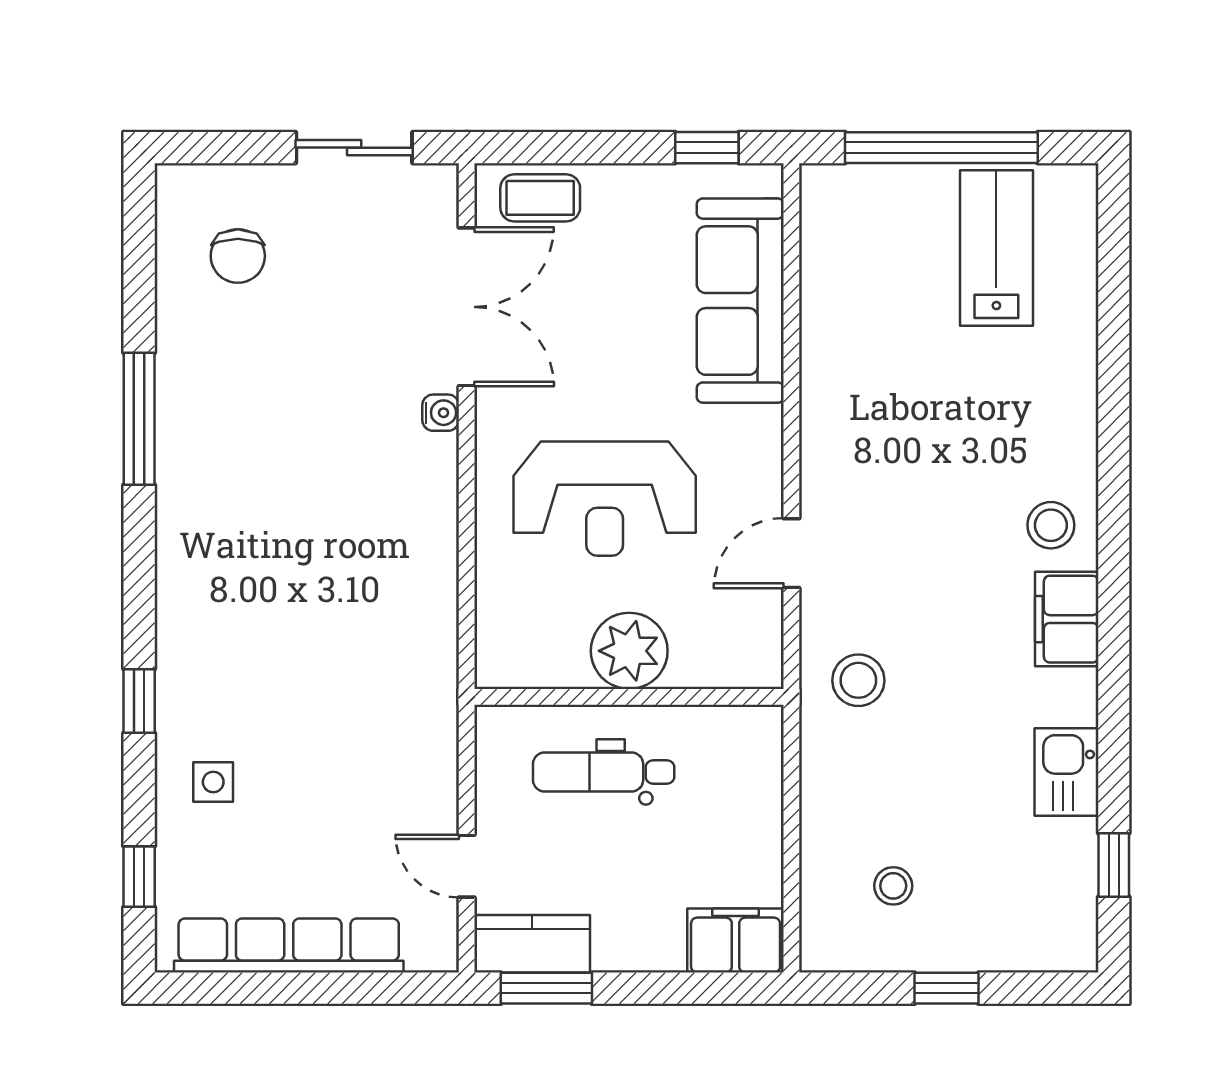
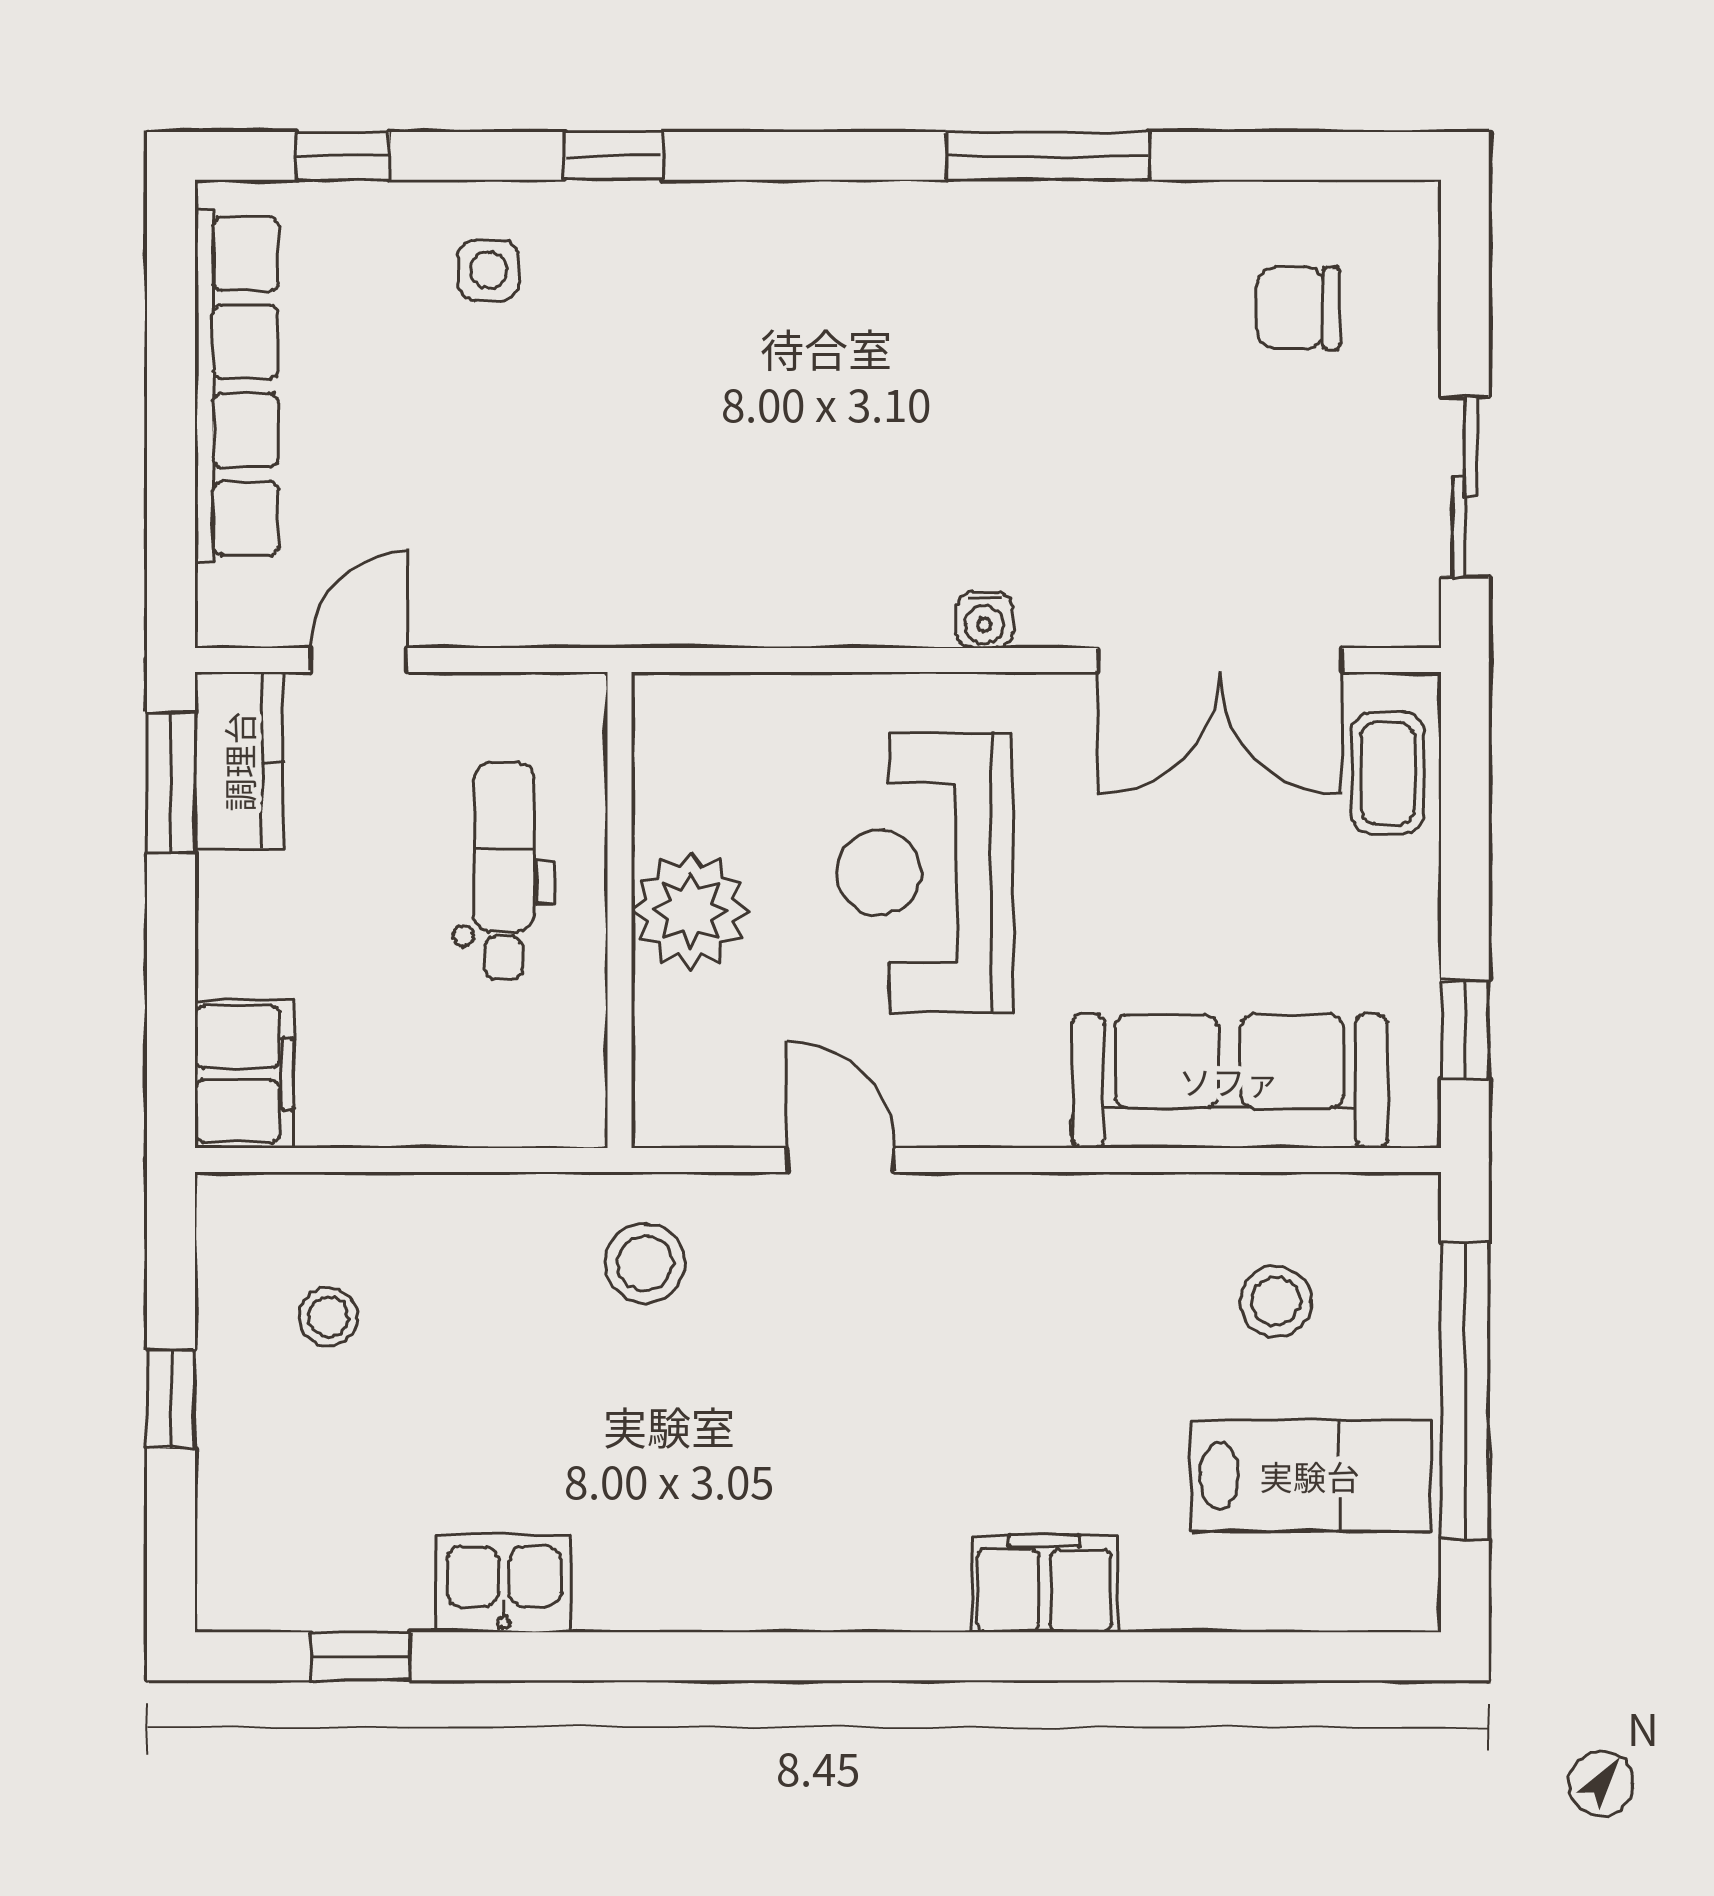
water cooler: (441, 413) -> (984, 620), moved
stool: (1051, 525) -> (1276, 1301), moved
filing cabinet: (1067, 619) -> (1044, 1584), moved

